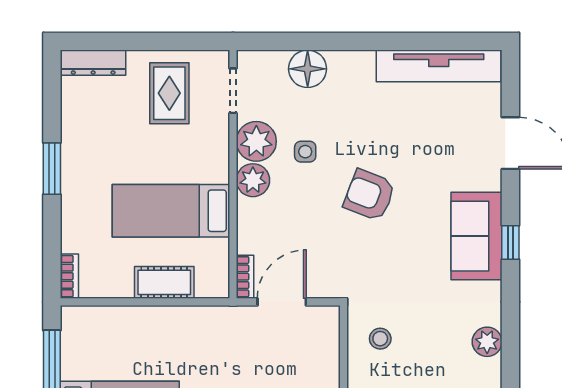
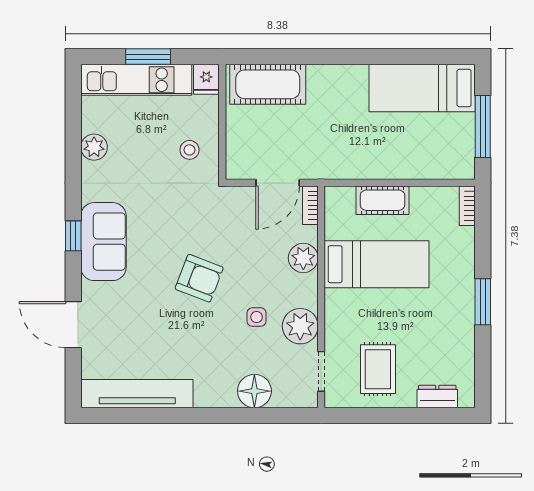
dresser: (93, 63) -> (437, 397), width x0.70
plant: (253, 180) -> (303, 258), moved

